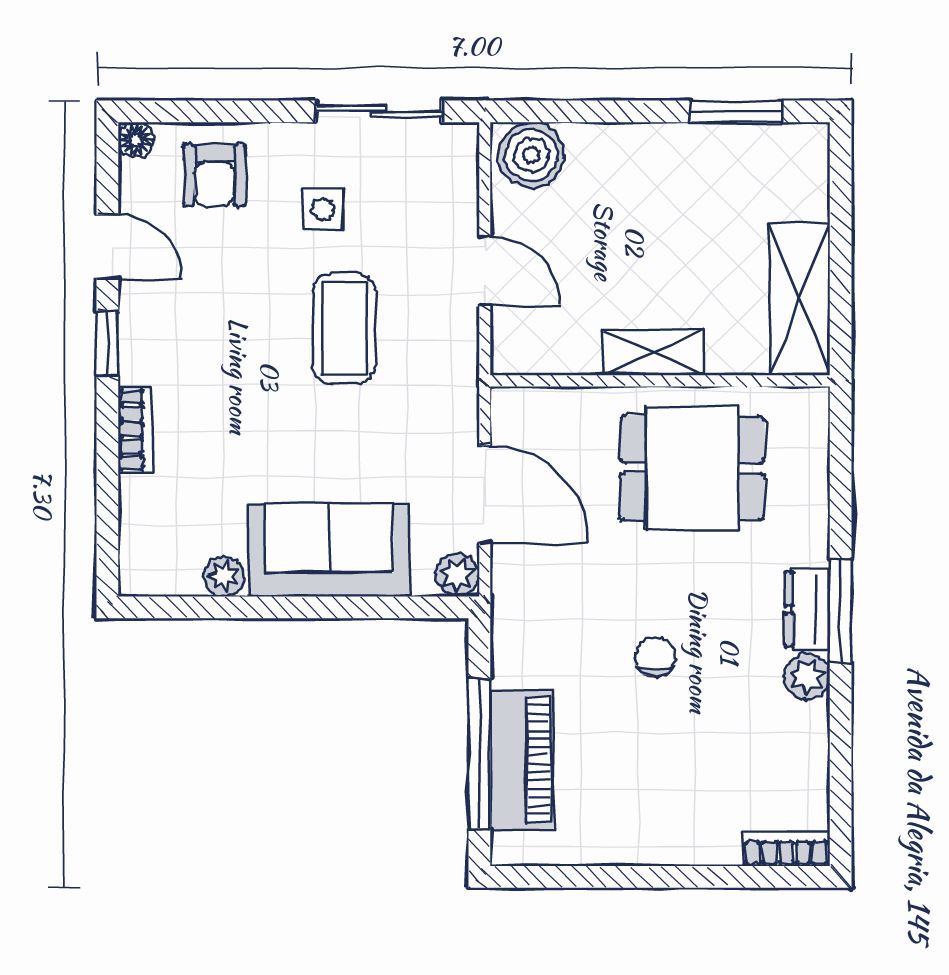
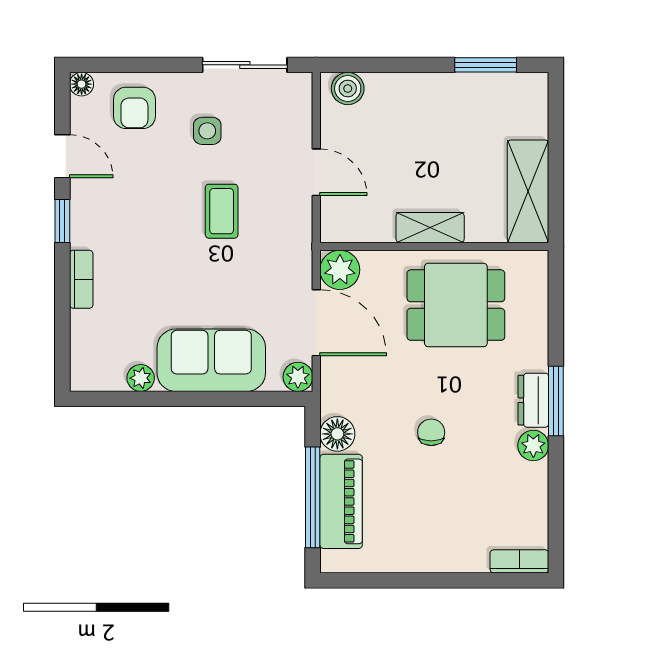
boiler: (531, 155) -> (348, 89), width x0.73, depth x0.73
coffee table: (344, 329) -> (222, 211), width x0.73, depth x0.77
plant: (520, 416) -> (340, 270), added
floor lamp: (516, 659) -> (337, 434), added

